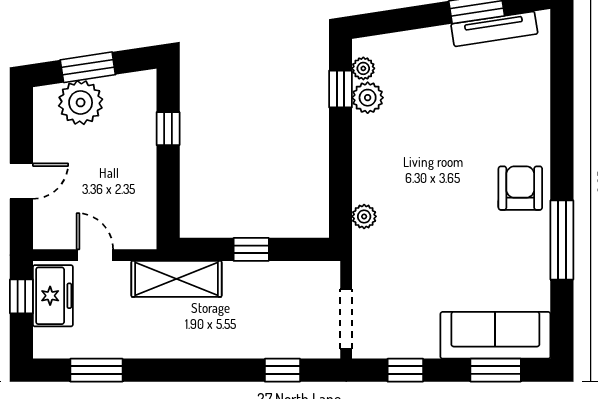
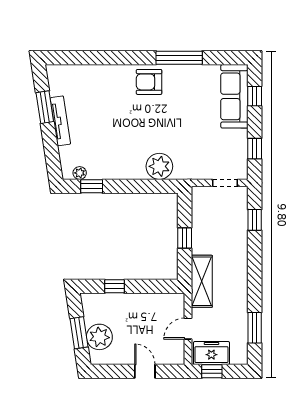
tv unit: (494, 29) -> (60, 121), moved
plant: (368, 98) -> (97, 170), removed
plant: (364, 216) -> (159, 166), width x1.88, depth x1.88
doorway: (346, 319) -> (225, 183), width x0.73
window: (496, 370) -> (255, 96), width x0.67

